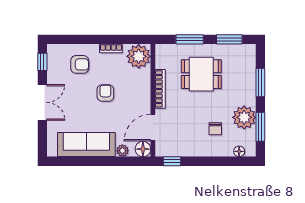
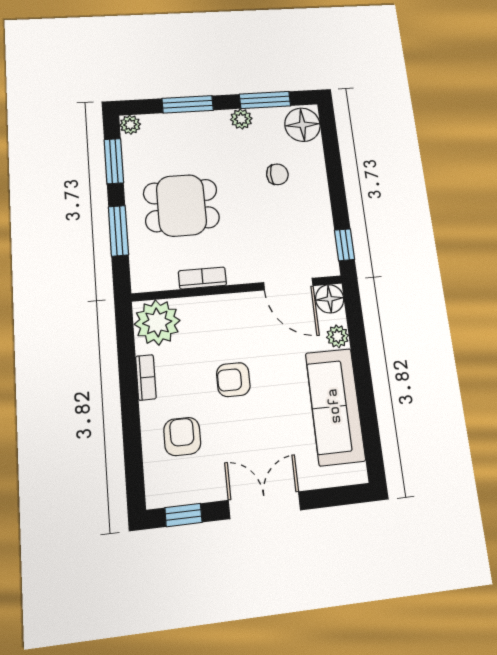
plant: (250, 50) -> (130, 125), added
dining table: (201, 74) -> (181, 205), turned 90
bookcase: (160, 89) -> (202, 278), width x0.64
plant: (244, 117) -> (241, 119), width x0.53, depth x0.53
floor lamp: (239, 151) -> (302, 125), width x1.89, depth x1.89

